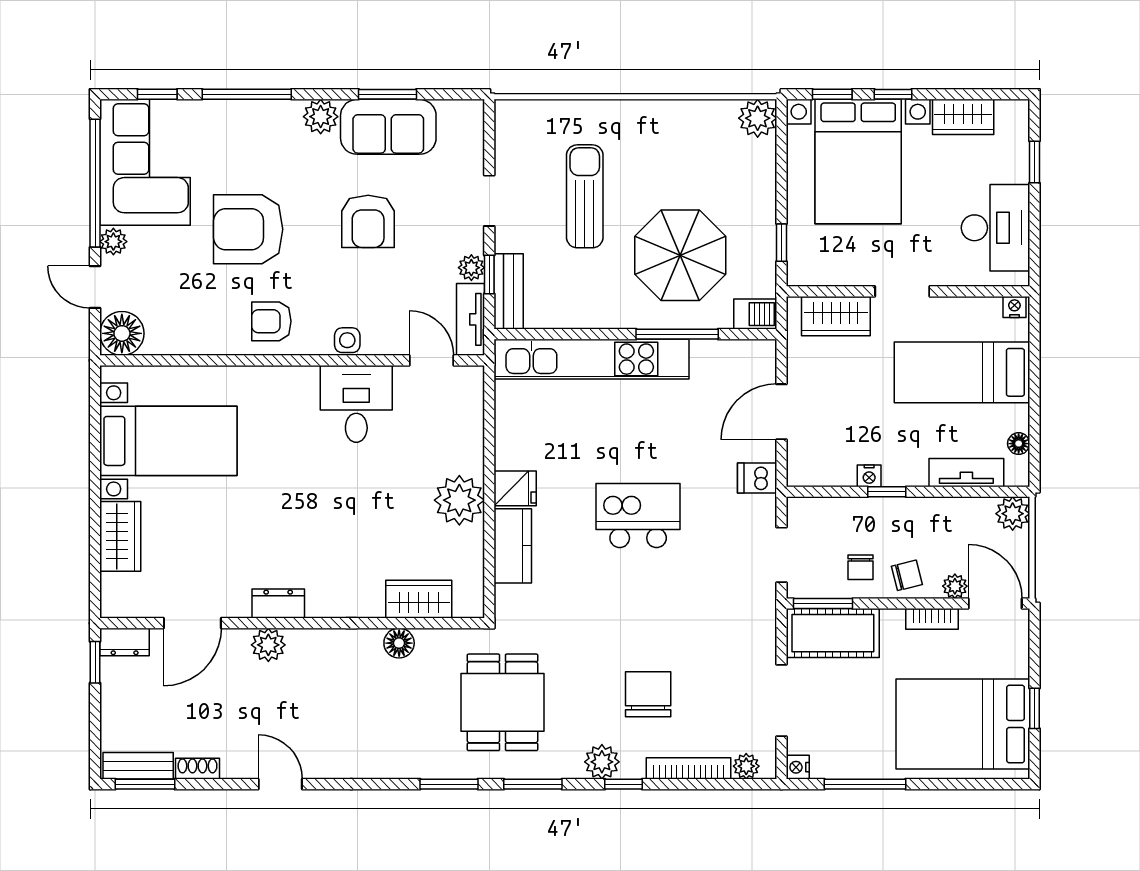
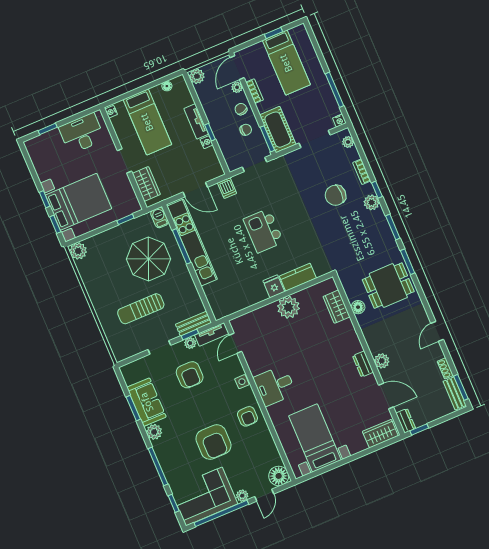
wardrobe: (963, 117) -> (42, 166), removed
armchair: (368, 221) -> (190, 375), moved, turned 90
kitchen unit: (592, 359) -> (192, 243), moved
desk: (356, 404) -> (275, 386), moved
tv unit: (966, 473) -> (196, 121), moved
wardrobe: (120, 536) -> (380, 434), moved
dining table: (502, 702) -> (388, 286), moved
bed: (963, 724) -> (286, 63), width x0.67
bookcase: (689, 768) -> (362, 172), width x0.64

